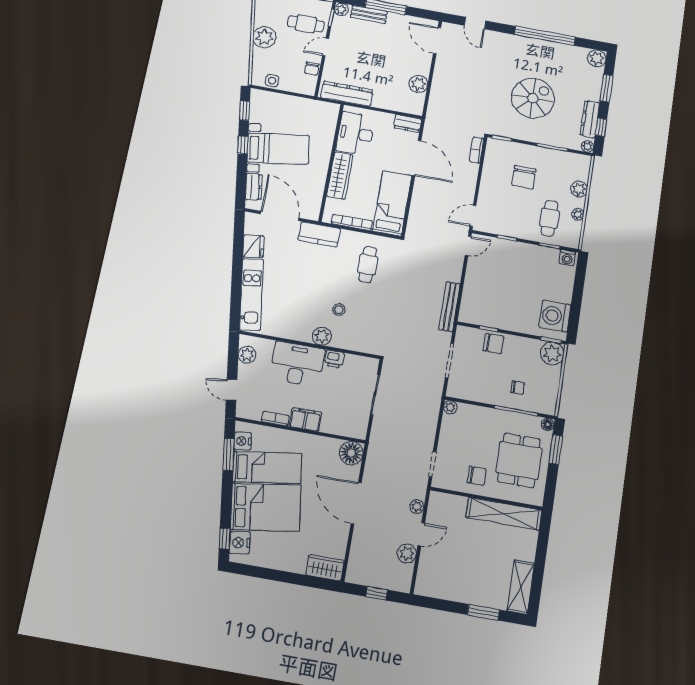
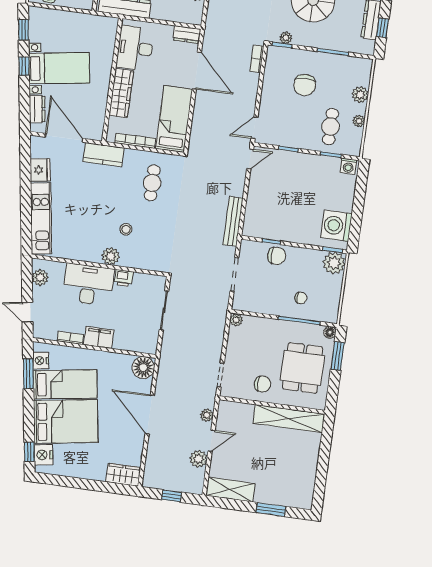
plant: (587, 146) -> (286, 38), moved
shelving: (521, 587) -> (230, 490), moved, turned 90

